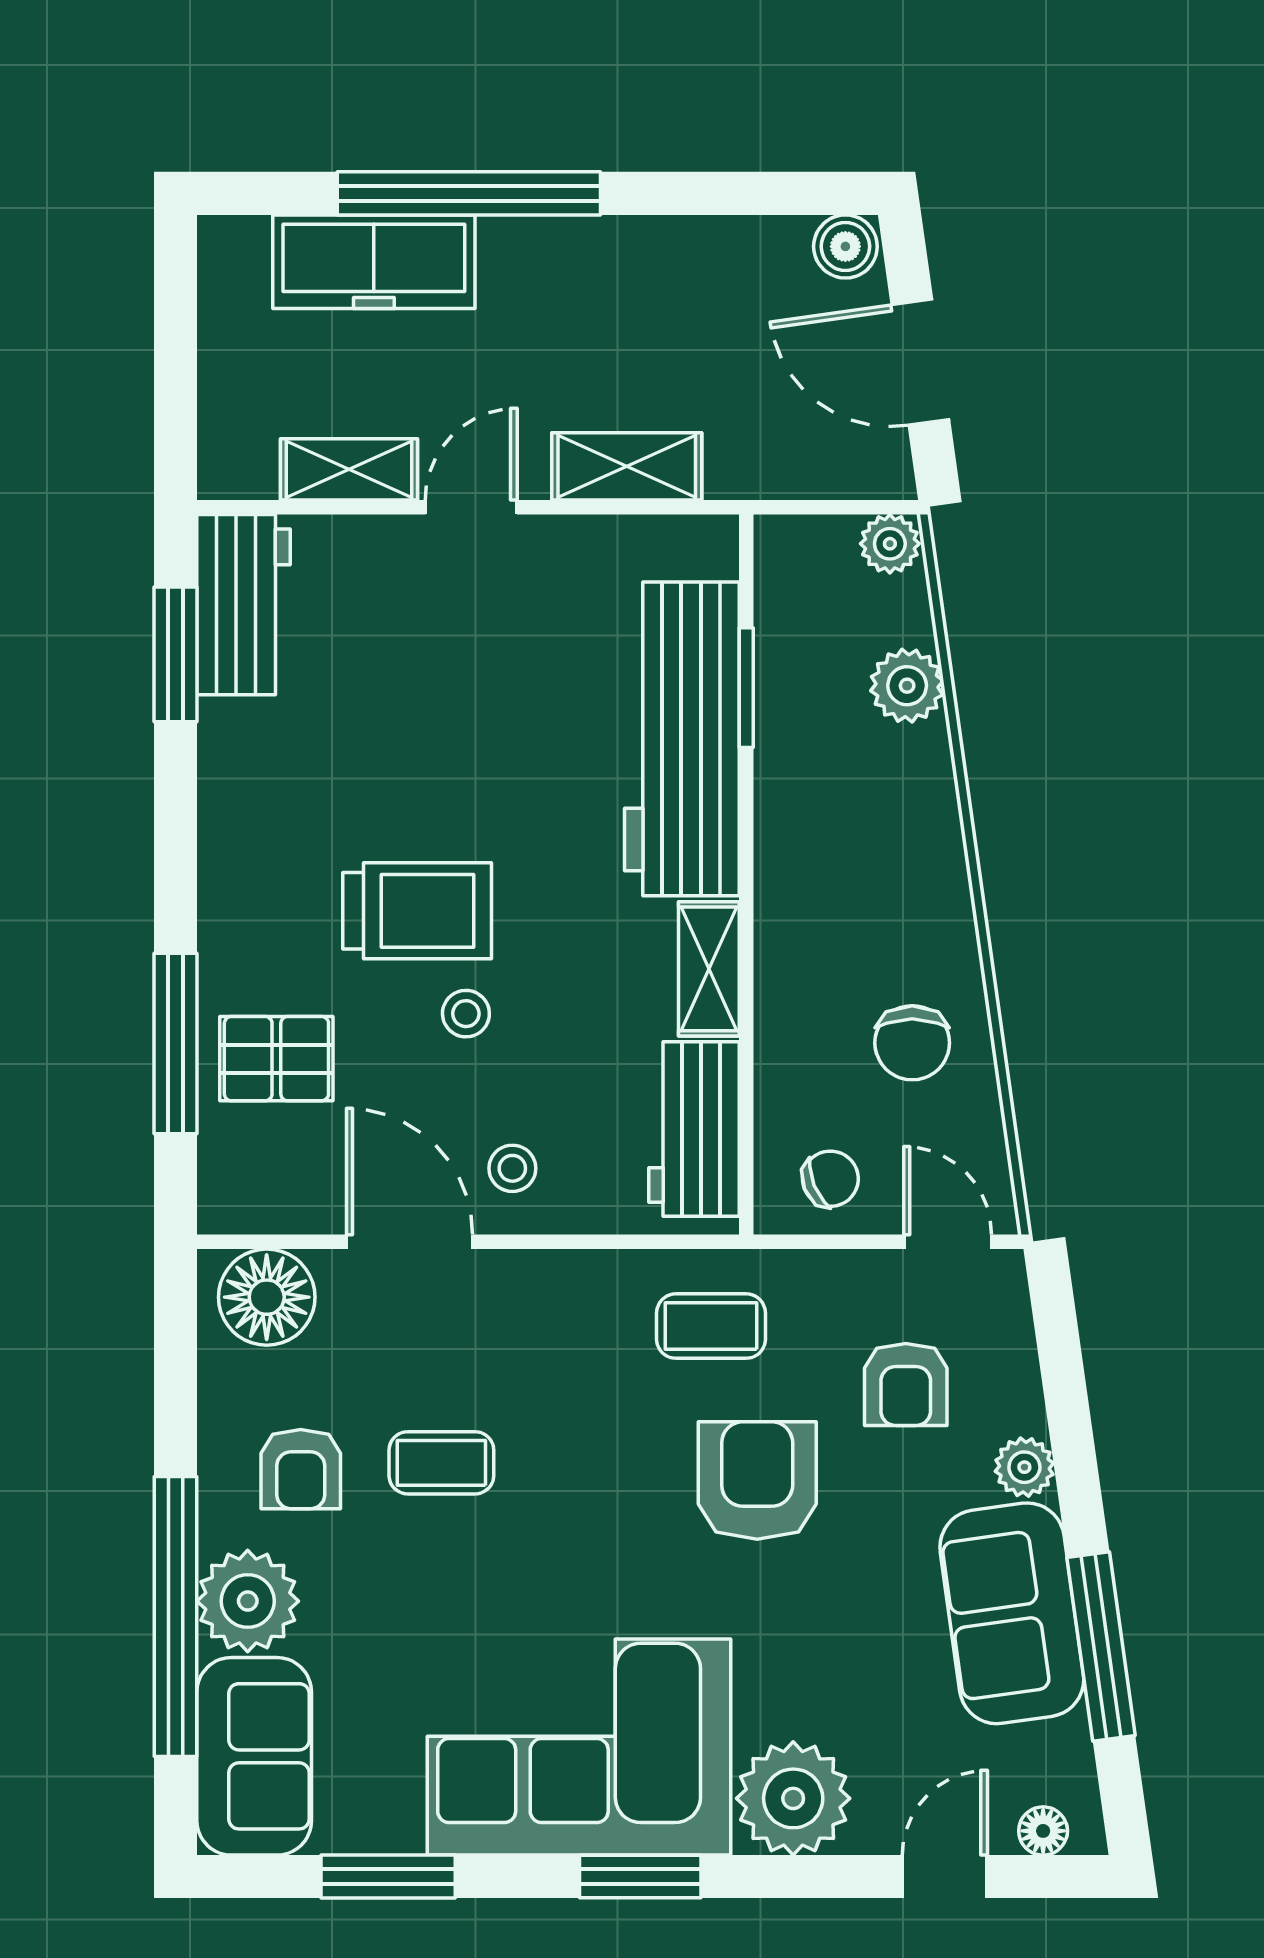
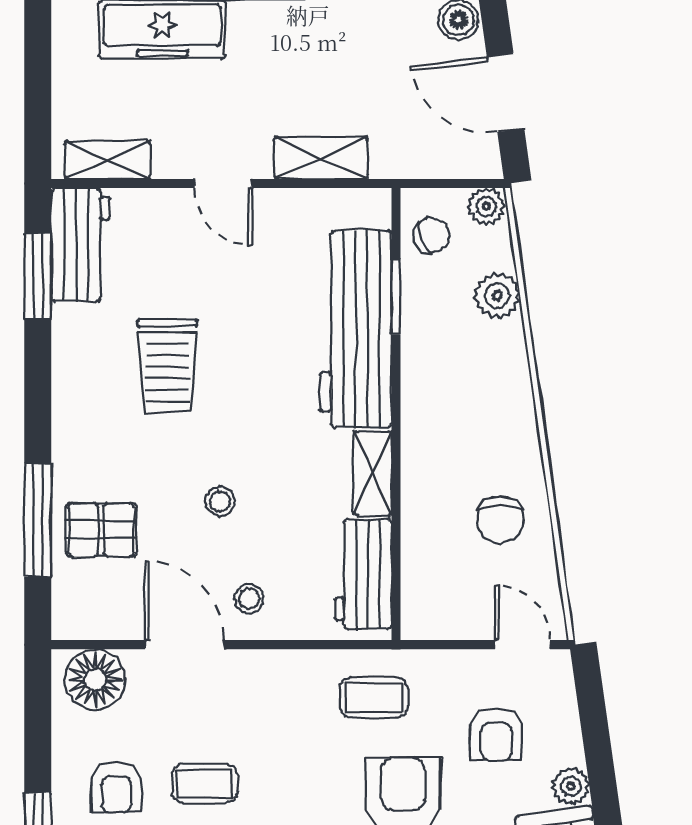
shelving: (349, 469) -> (107, 160), moved
door: (471, 507) -> (223, 183), swing flipped
trolley: (417, 911) -> (167, 366), moved, turned 90
chair: (830, 1179) -> (431, 235), moved

